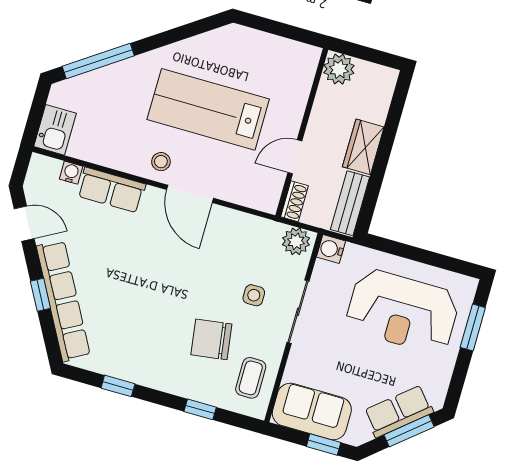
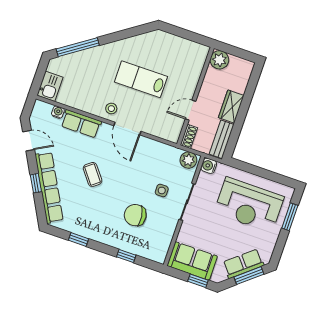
lab bench: (208, 109) -> (141, 79), width x0.73, depth x0.72
coffee table: (251, 378) -> (93, 174), moved, turned -38

